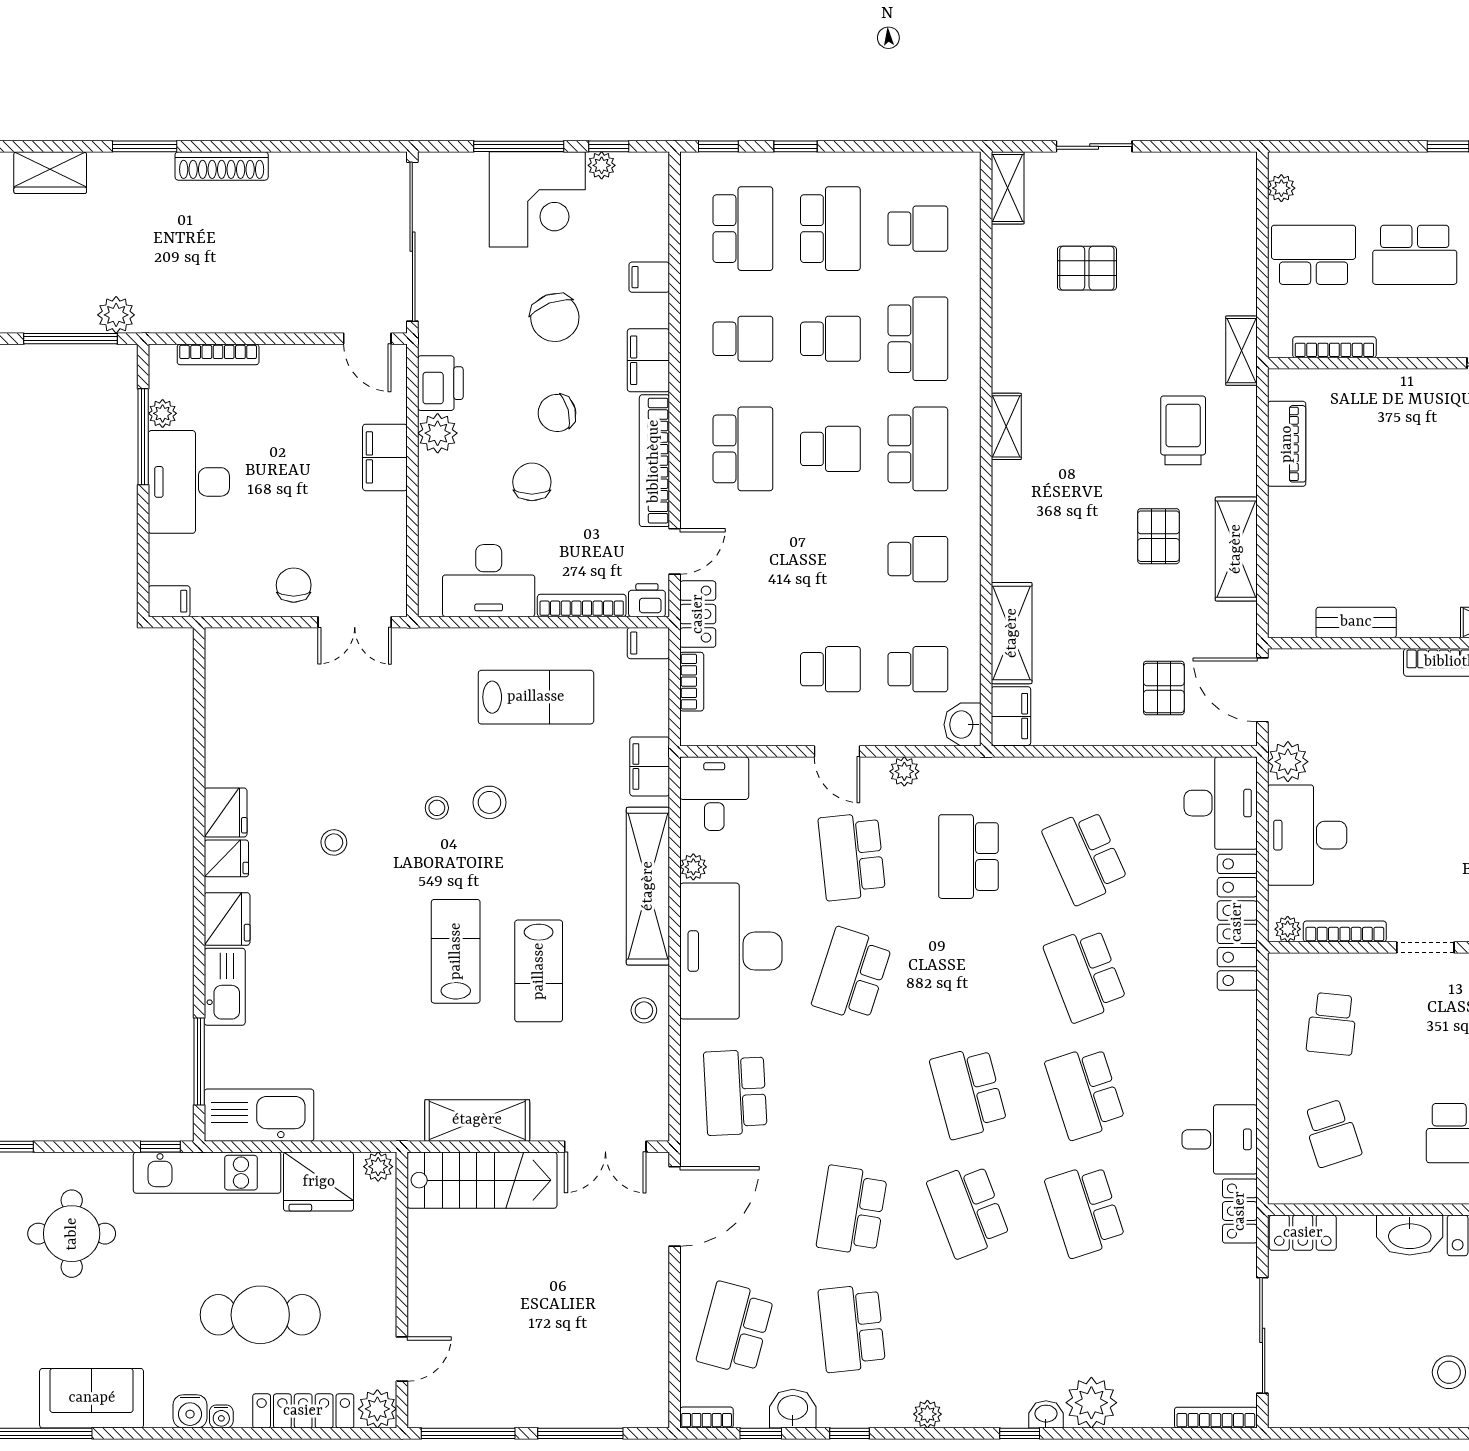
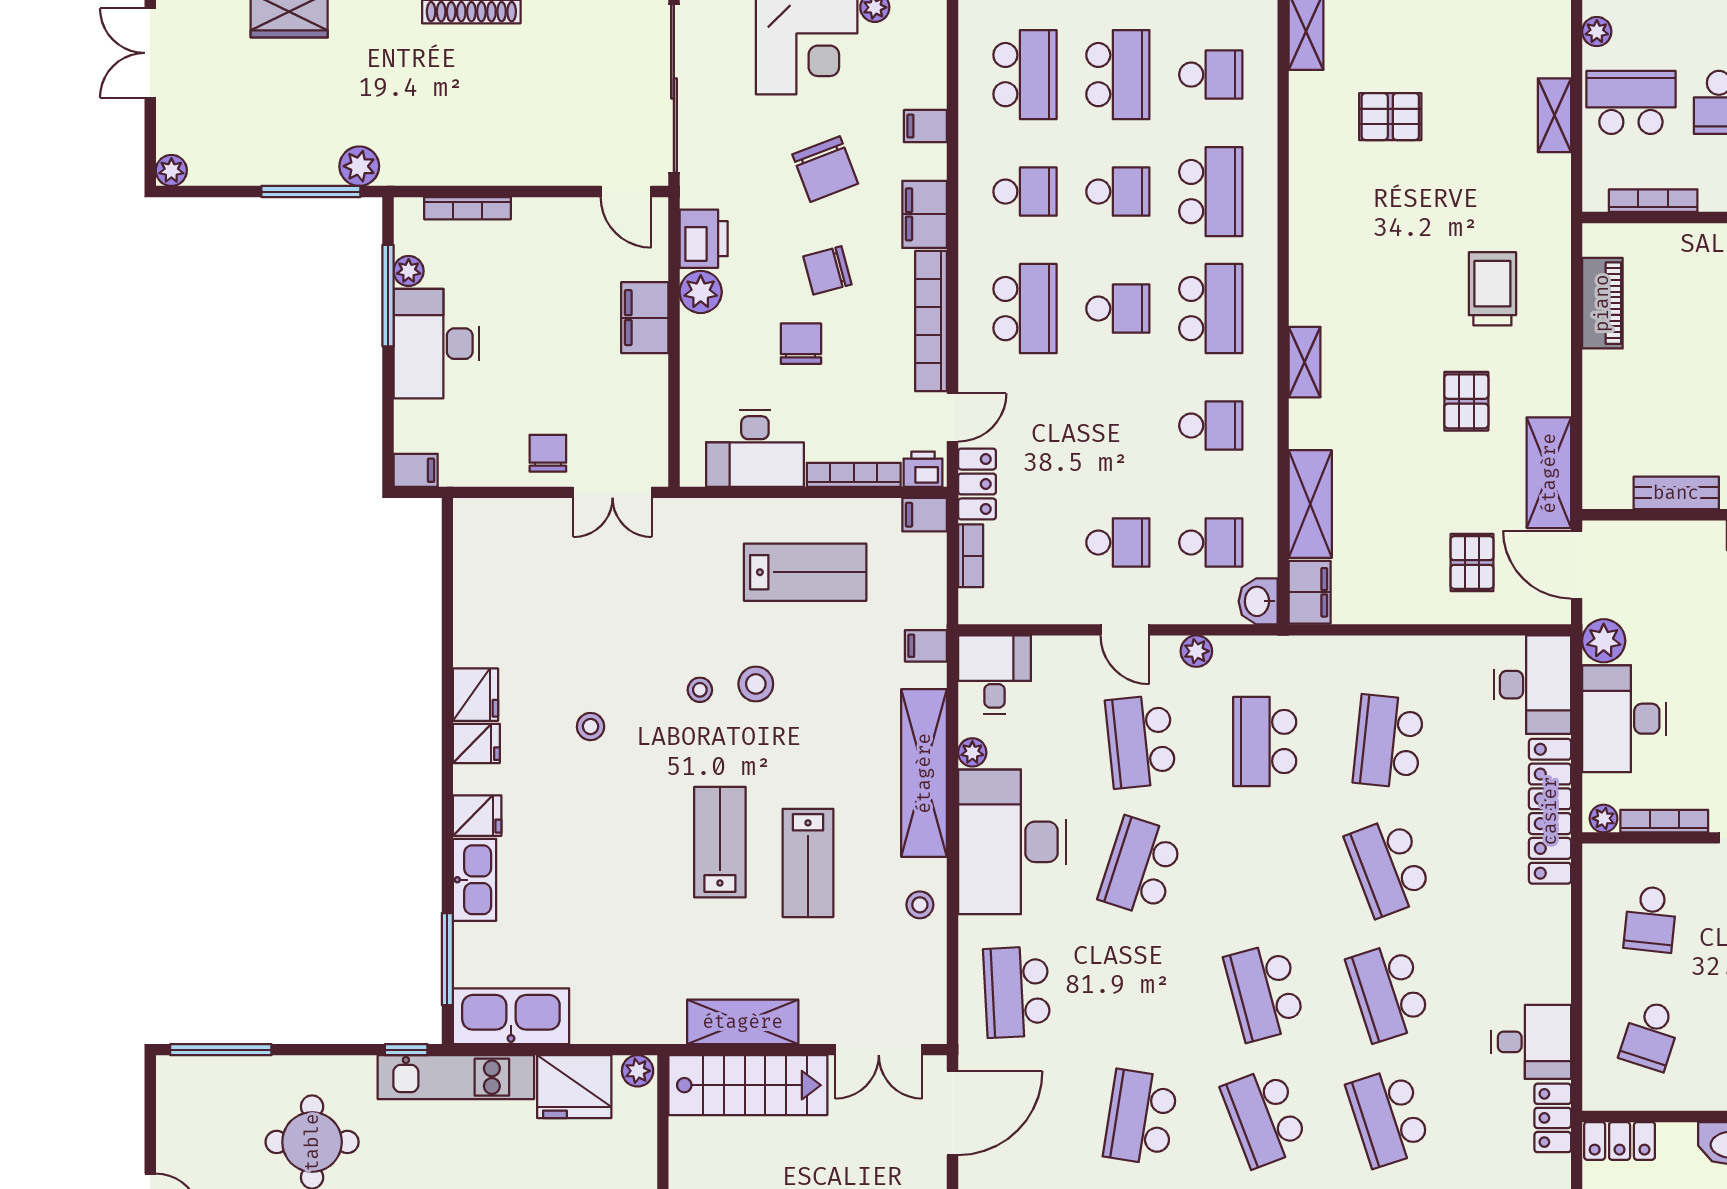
shelving: (1241, 351) -> (1554, 115), moved
shelving: (1006, 426) -> (1305, 362), moved
shelving: (1236, 549) -> (1549, 473), moved
filing cabinet: (650, 766) -> (926, 646), width x0.50
school desk: (1085, 857) -> (1388, 741), turned 30
fridge: (227, 919) -> (477, 816), width x0.72
school desk: (1332, 1133) -> (1650, 1035), turned 36

